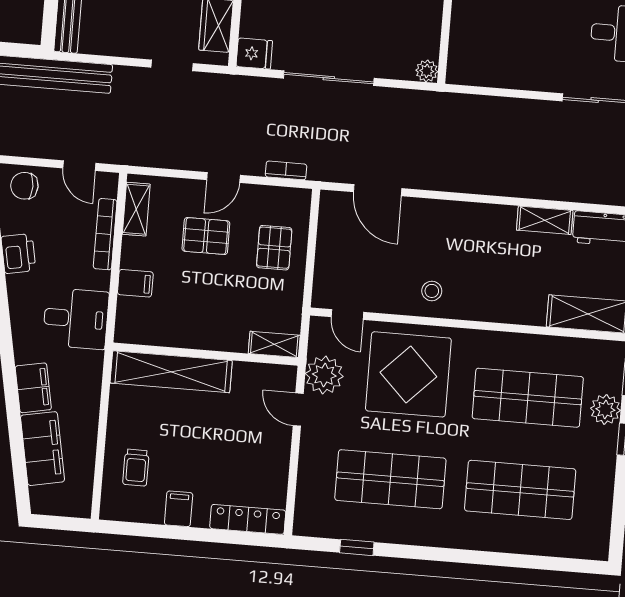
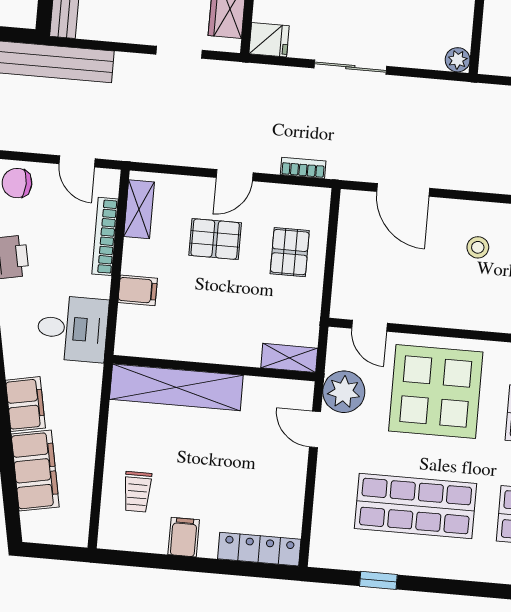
sliding door: (329, 78) -> (350, 67), width x0.73
stool: (432, 291) -> (478, 247), moved

